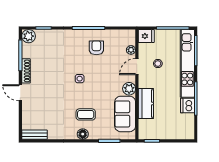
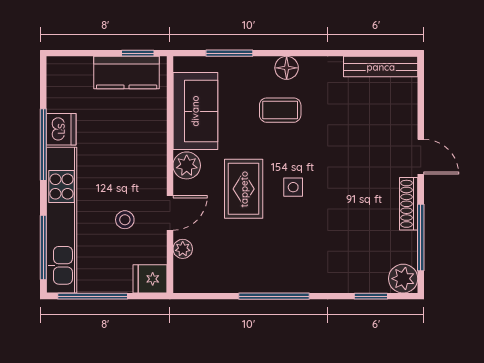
armchair: (96, 48) -> (257, 254), removed
rug: (103, 78) -> (244, 189), added
kitchen counter: (146, 103) -> (127, 73), moved, turned -90
bench: (34, 135) -> (381, 67), width x1.36

